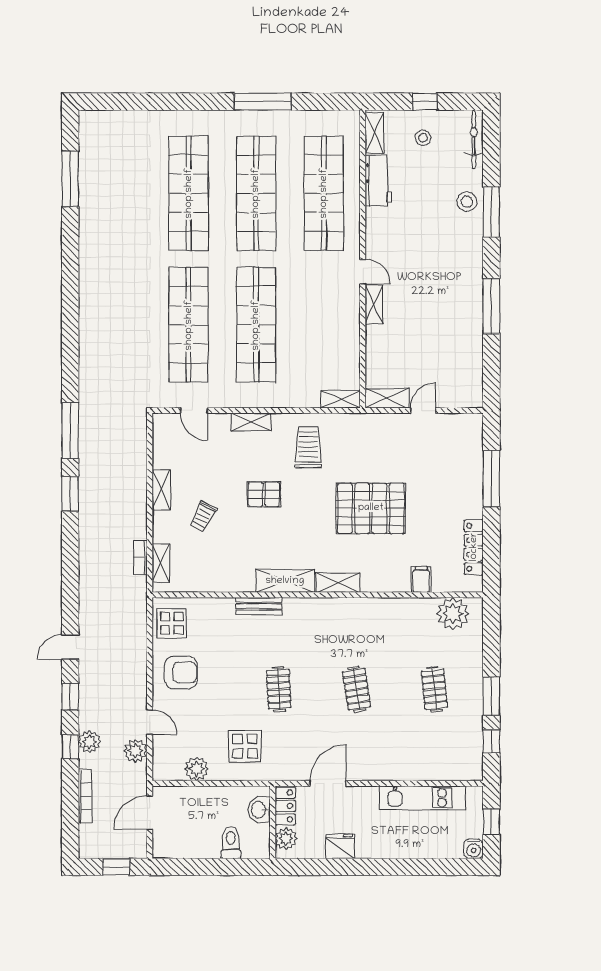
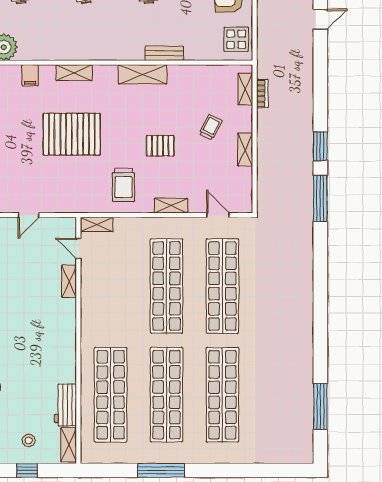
door: (363, 272) -> (78, 248), moved
shelving: (374, 304) -> (69, 281), moved
shelving: (387, 398) -> (58, 225), removed
shelving: (338, 583) -> (74, 73), moved

